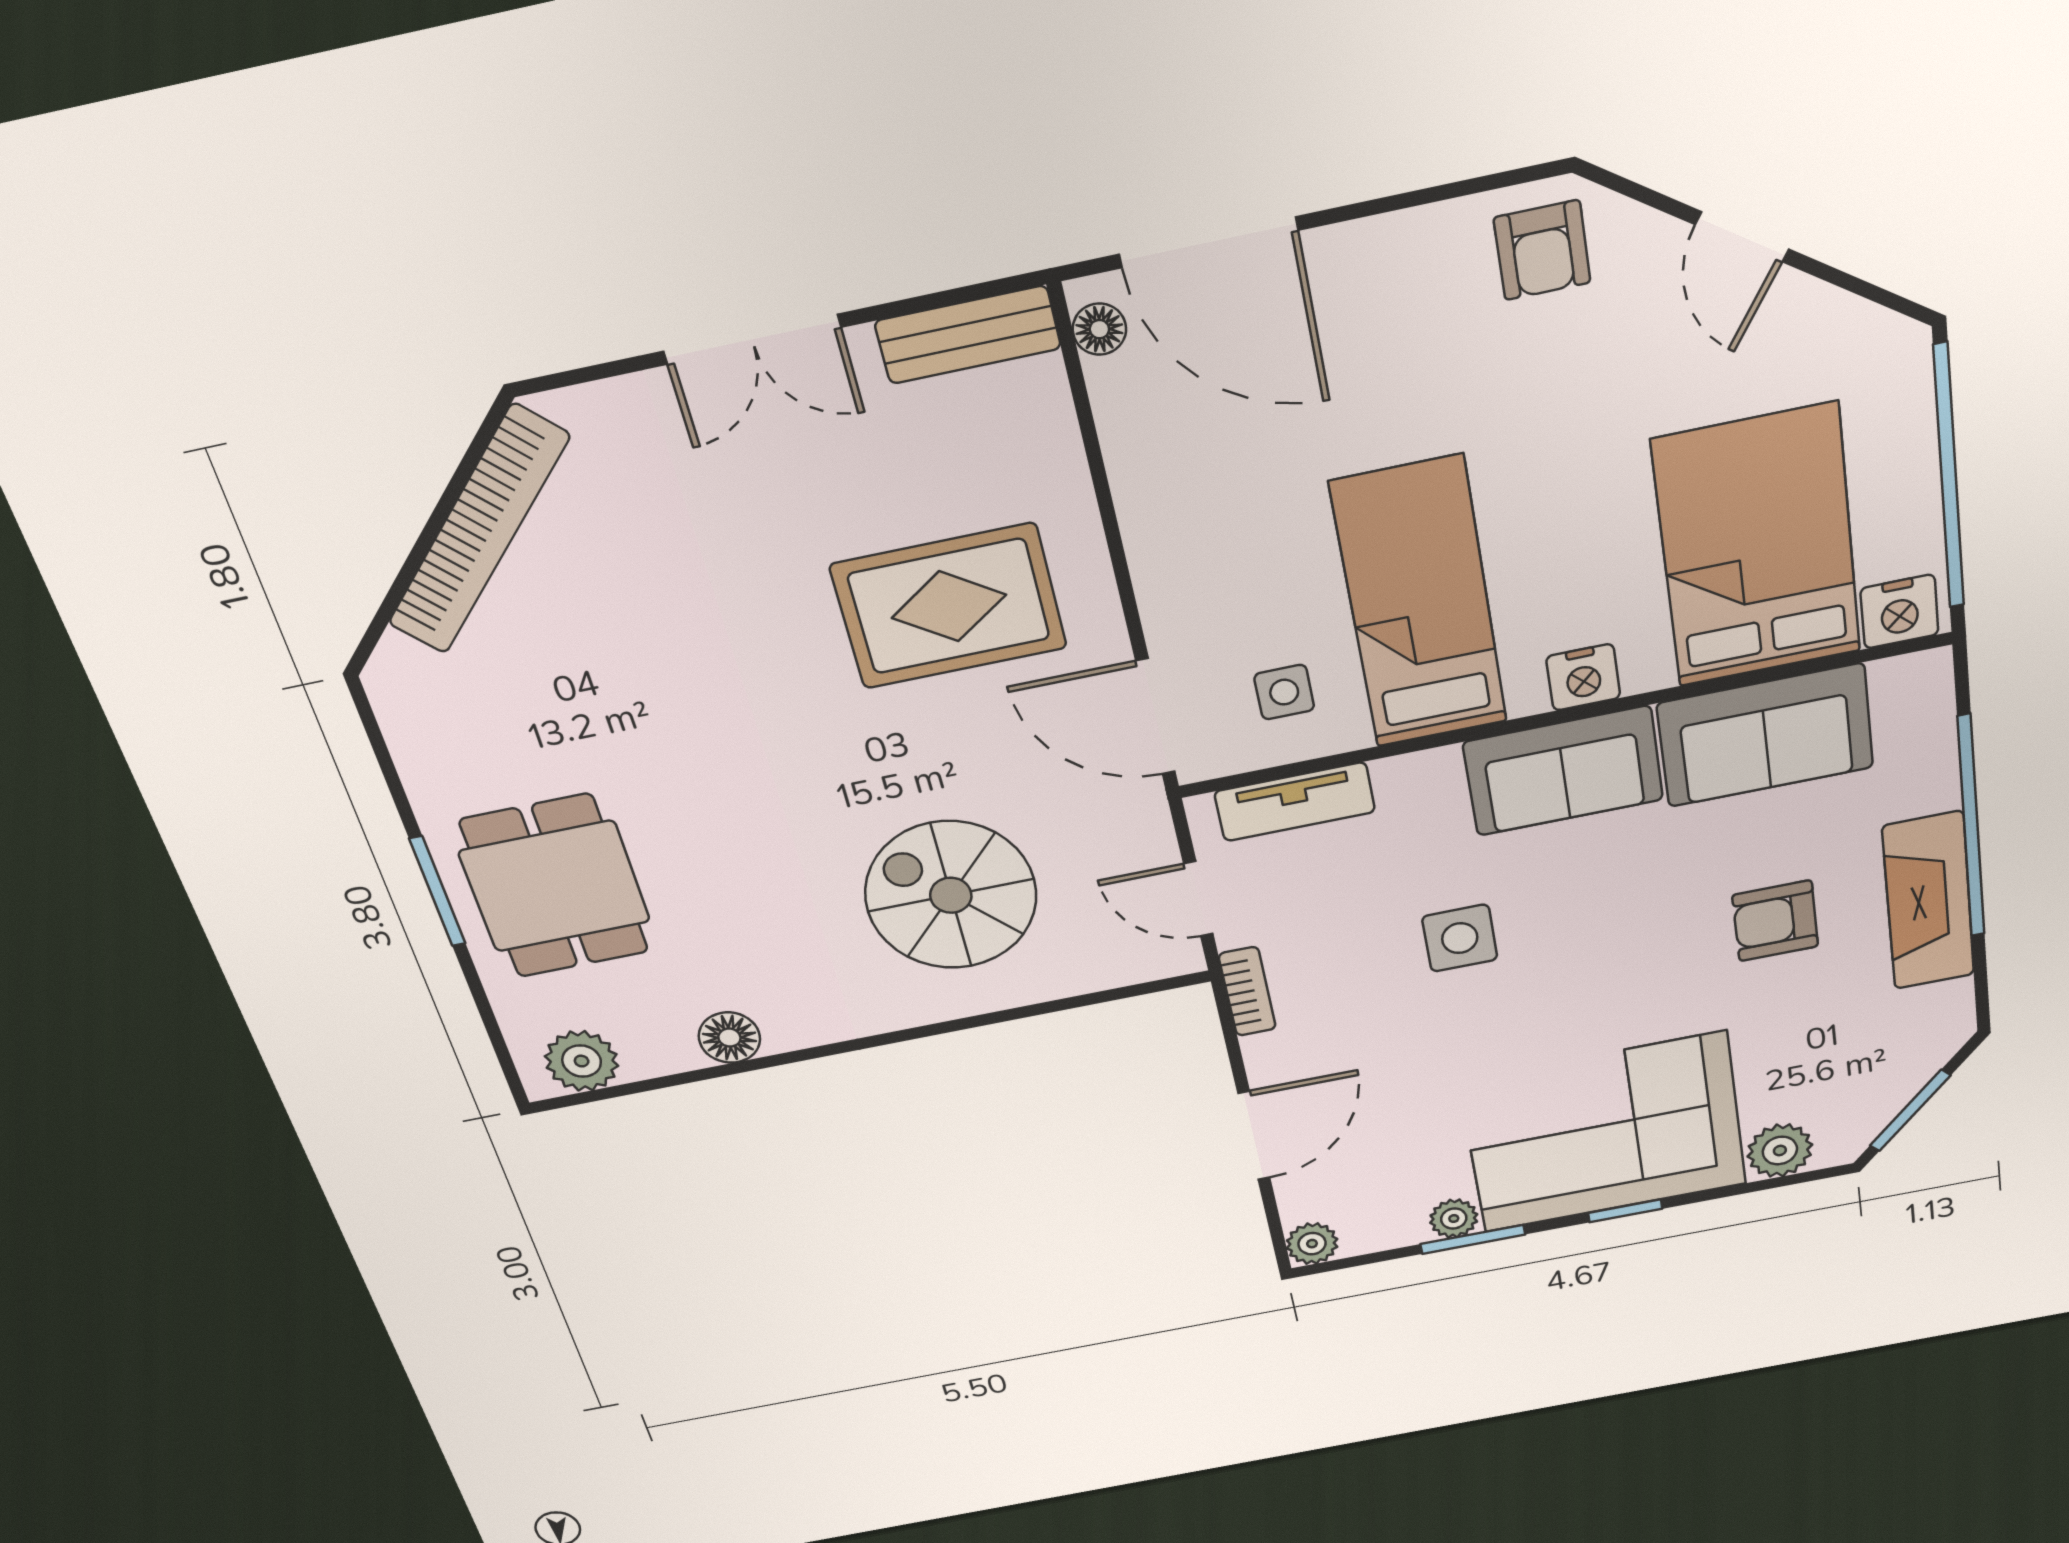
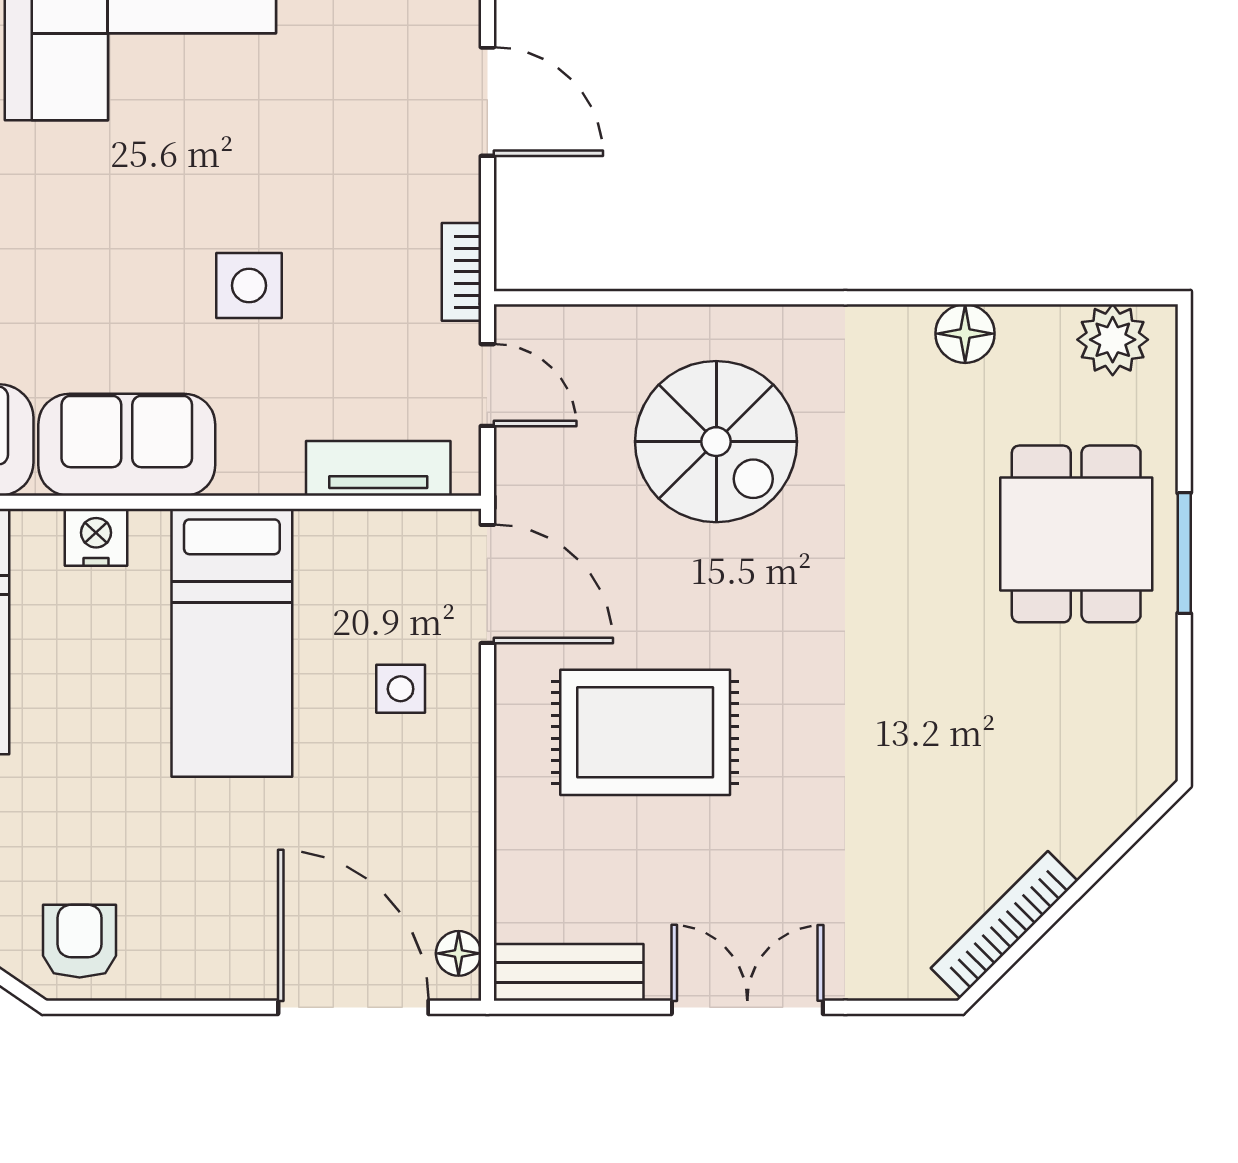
bookcase: (478, 530) -> (1004, 924), width x0.68, depth x0.76
side table: (1284, 692) -> (401, 689), moved
door: (1254, 1136) -> (487, 102), swing flipped

